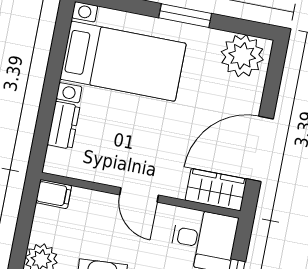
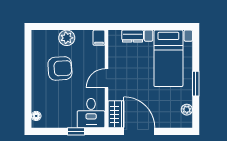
plant: (242, 56) -> (187, 110), width x0.53, depth x0.53

